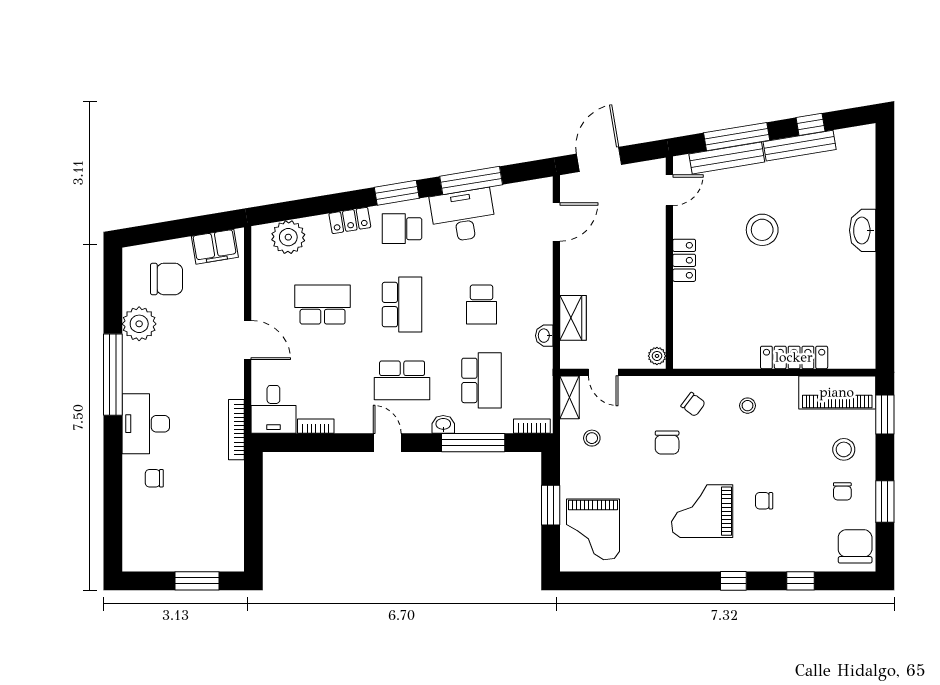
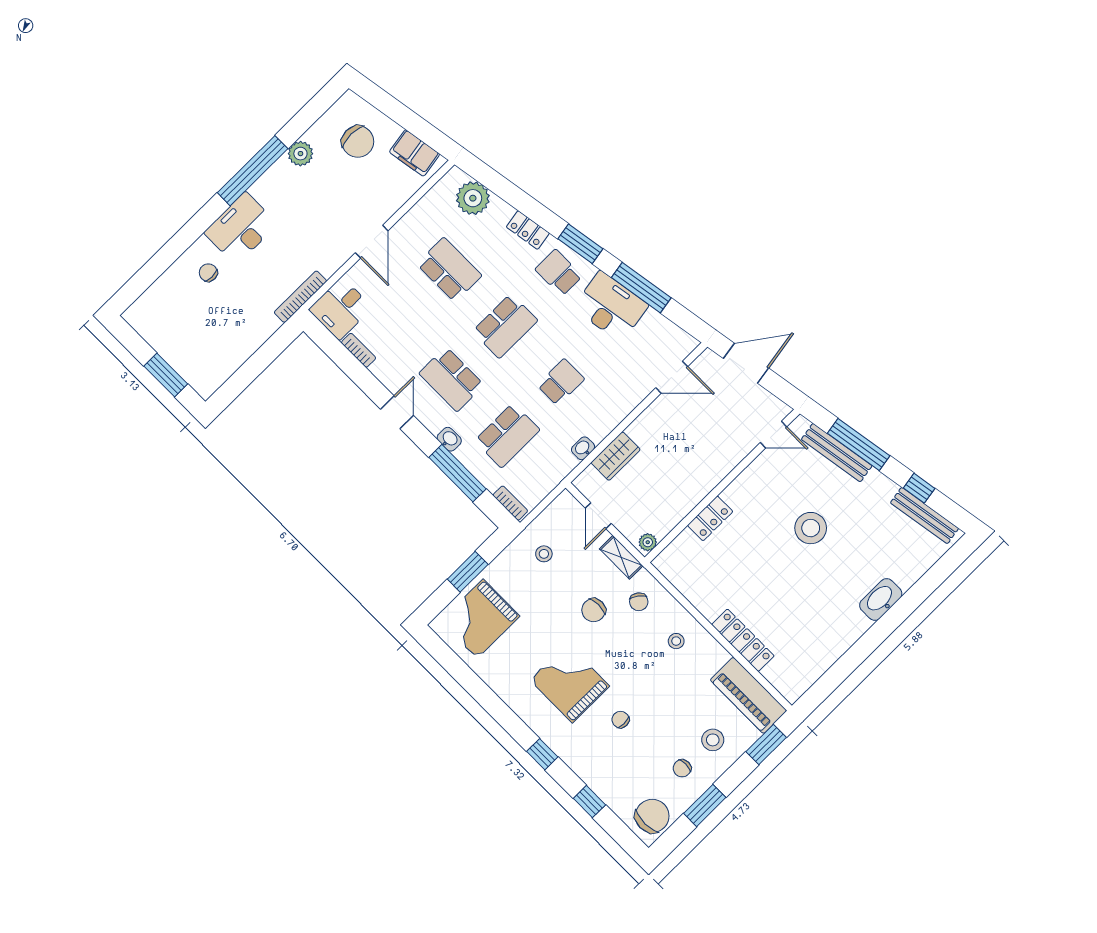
bench: (800, 146) -> (924, 516), moved
locker: (684, 260) -> (710, 518), moved
school desk: (482, 305) -> (561, 382), turned 180
plant: (139, 324) -> (300, 154), width x0.73, depth x0.73
shelving: (570, 397) -> (621, 557), moved, turned 90

